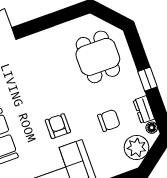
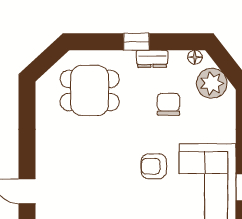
dresser: (144, 110) -> (152, 59), moved

